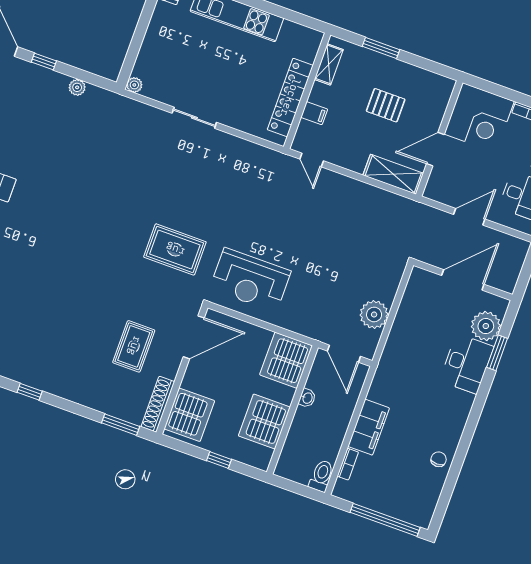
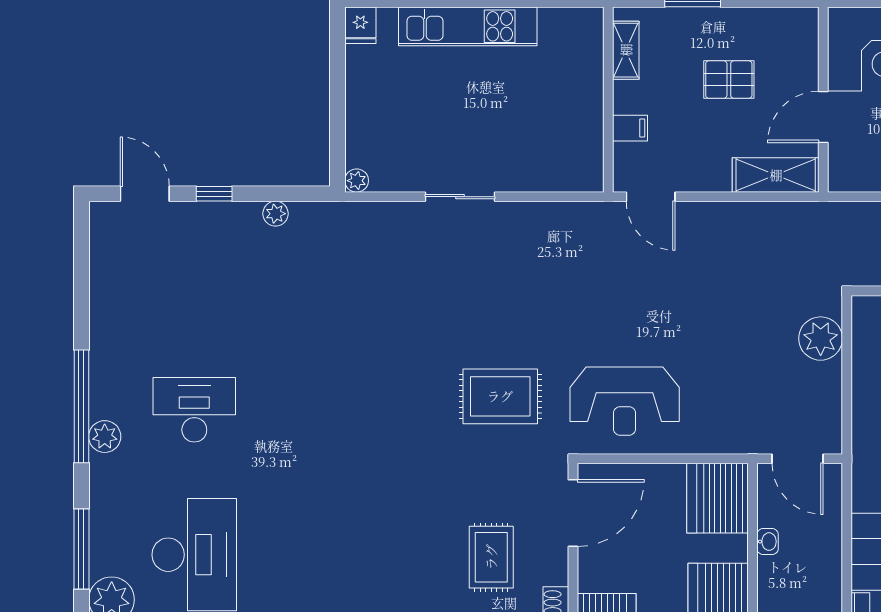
locker: (290, 97) -> (587, 118), removed
door: (312, 160) -> (651, 197), width x1.38
plant: (374, 314) -> (821, 339), moved

